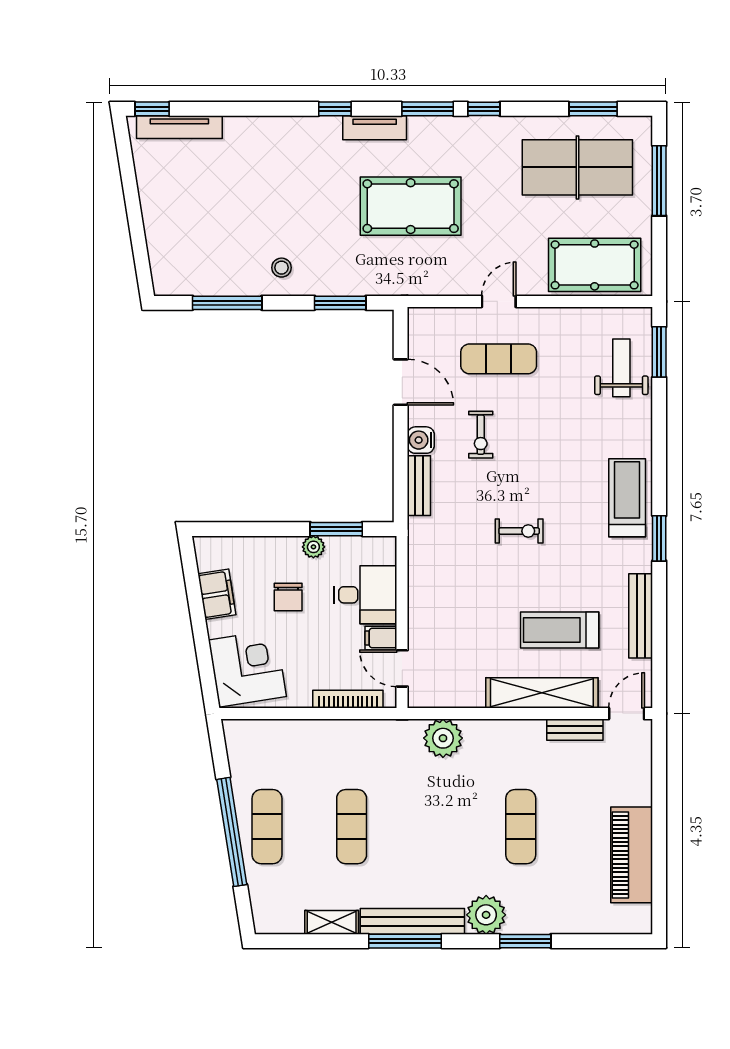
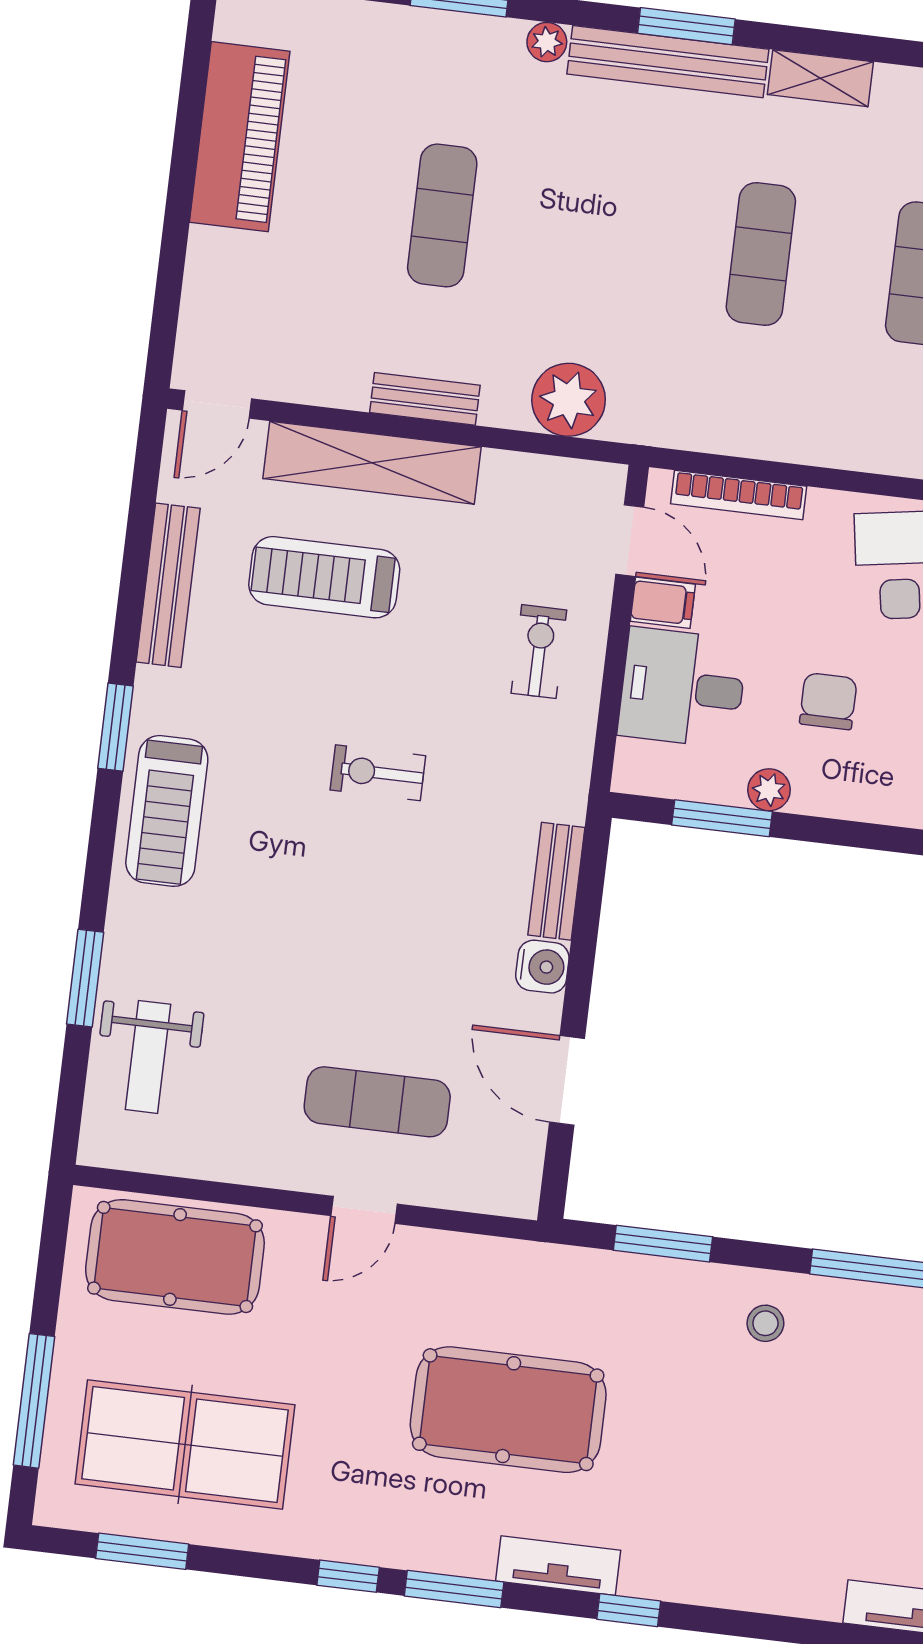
window: (659, 352) -> (85, 978), moved
exercise bike: (481, 435) -> (539, 652), moved
treadmill: (560, 630) -> (324, 577), turned 180
bench: (575, 730) -> (425, 399), moved
plant: (486, 915) -> (547, 42), width x0.53, depth x0.53
window: (405, 941) -> (686, 26), width x0.69

